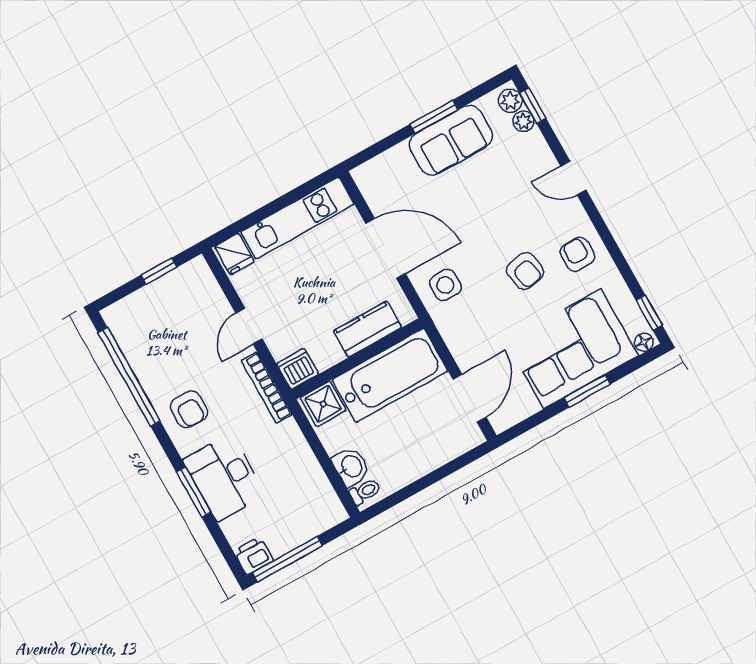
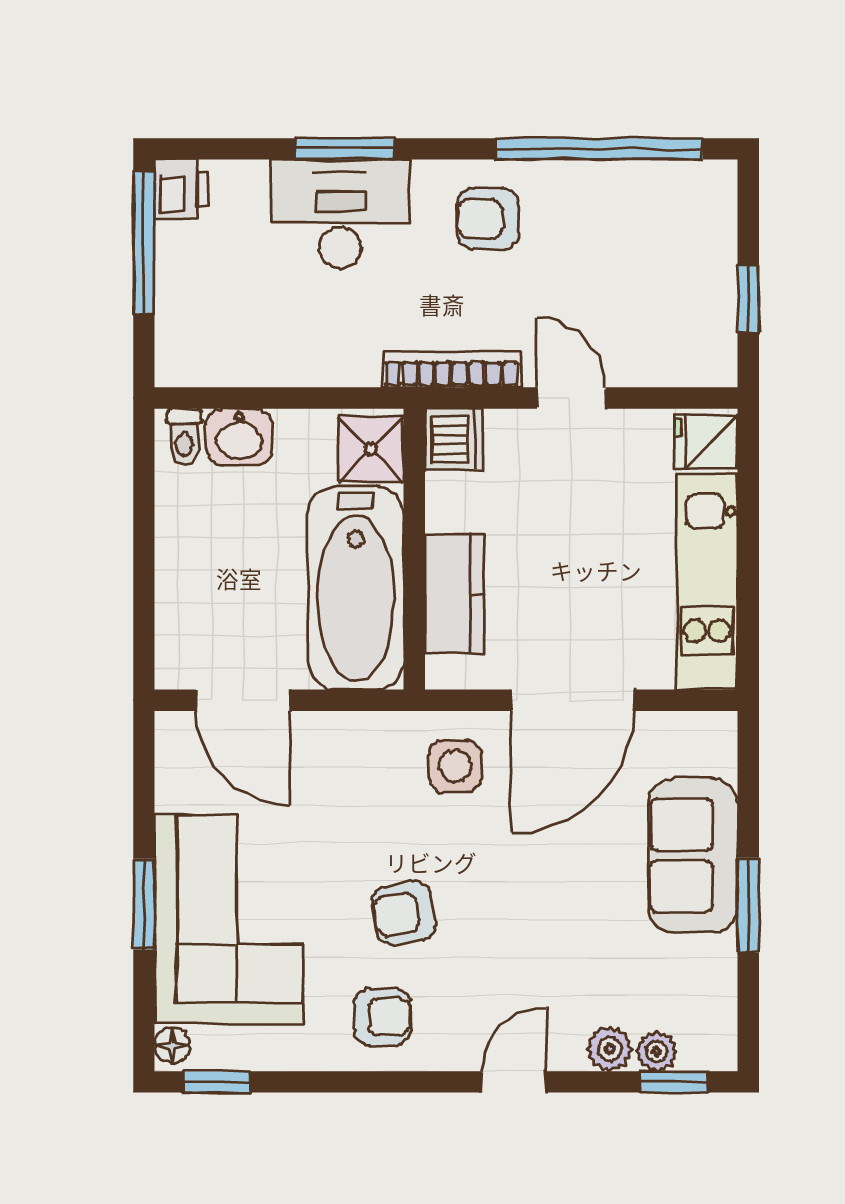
plant: (510, 101) -> (610, 1049), moved
sofa: (451, 140) -> (693, 855), moved

